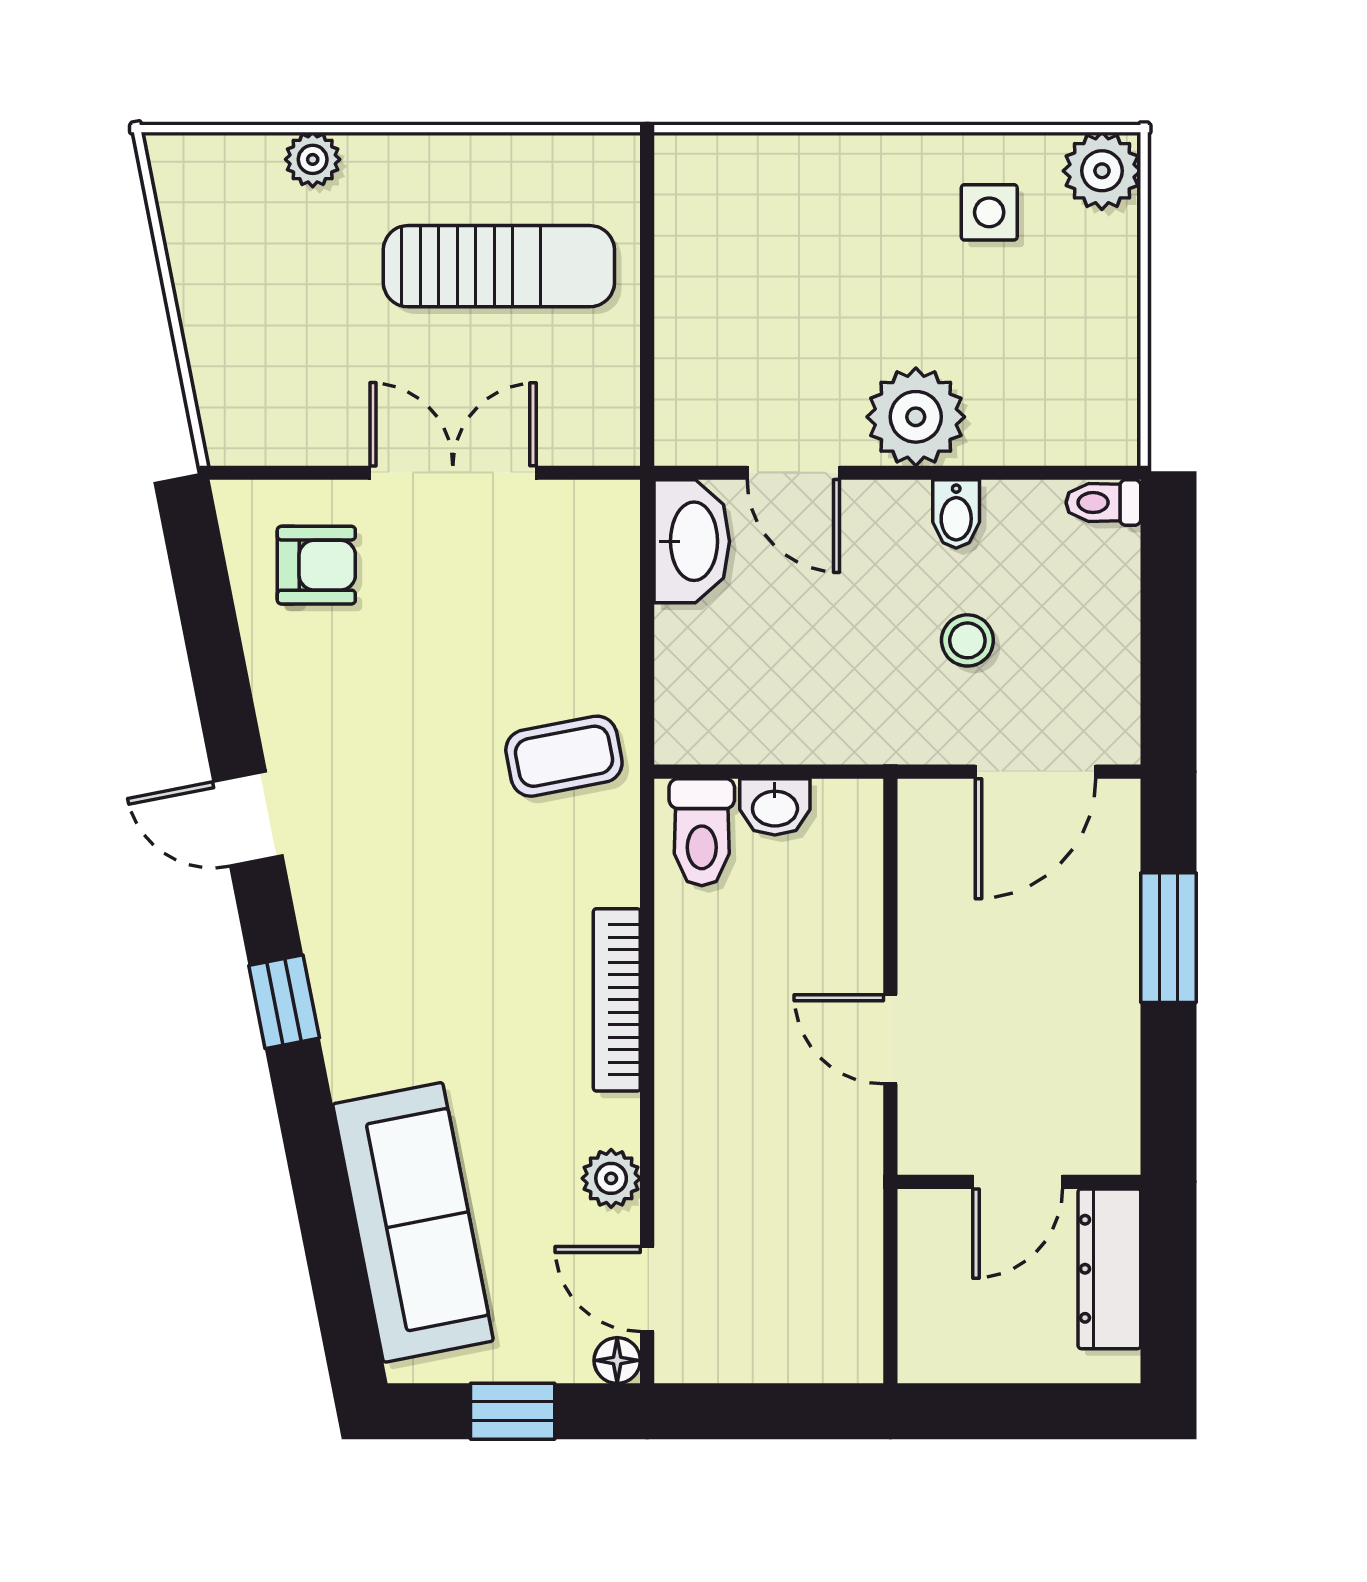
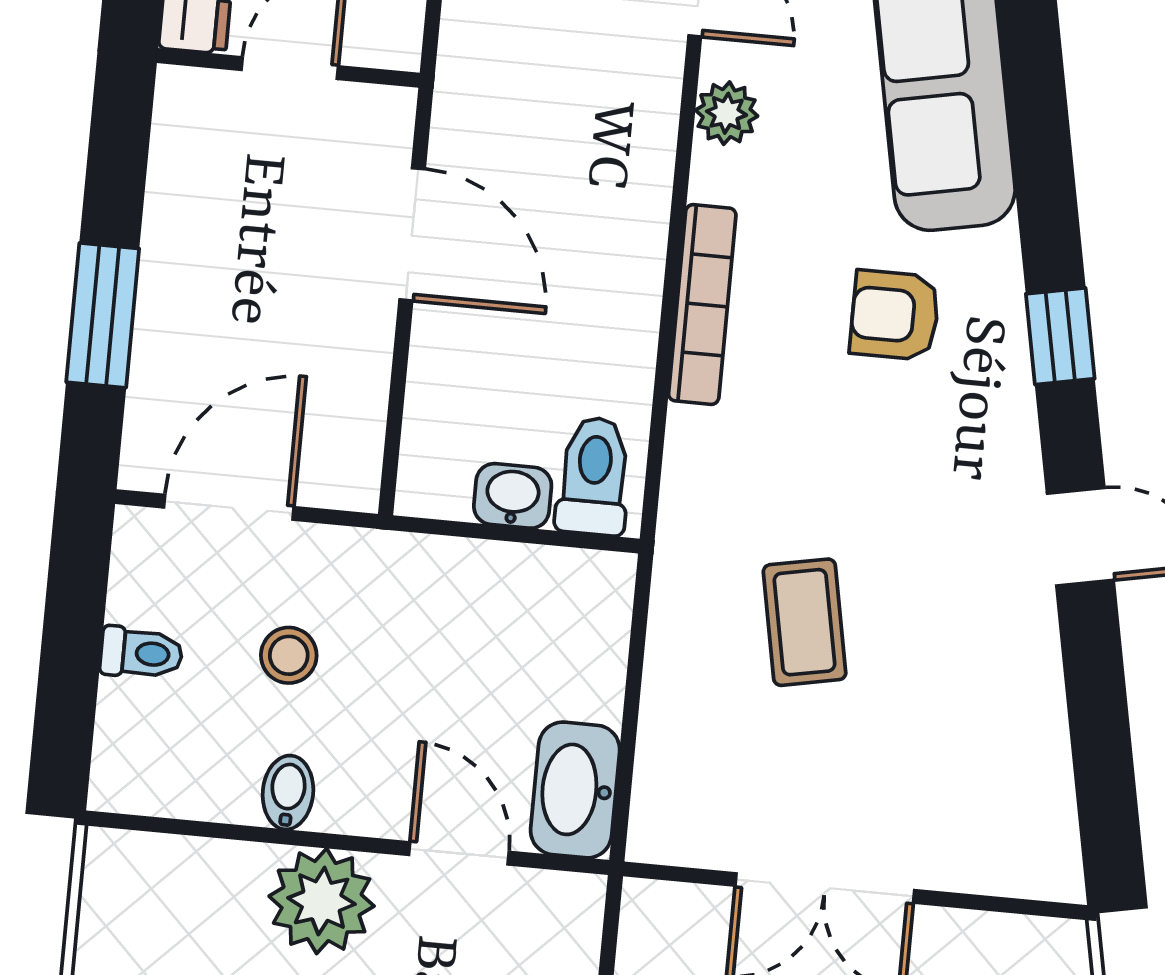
toilet: (1103, 503) -> (141, 653), moved
armchair: (316, 565) -> (895, 315), moved
coffee table: (564, 756) -> (805, 622), moved, turned 90
door: (890, 1039) -> (412, 234), width x1.38

